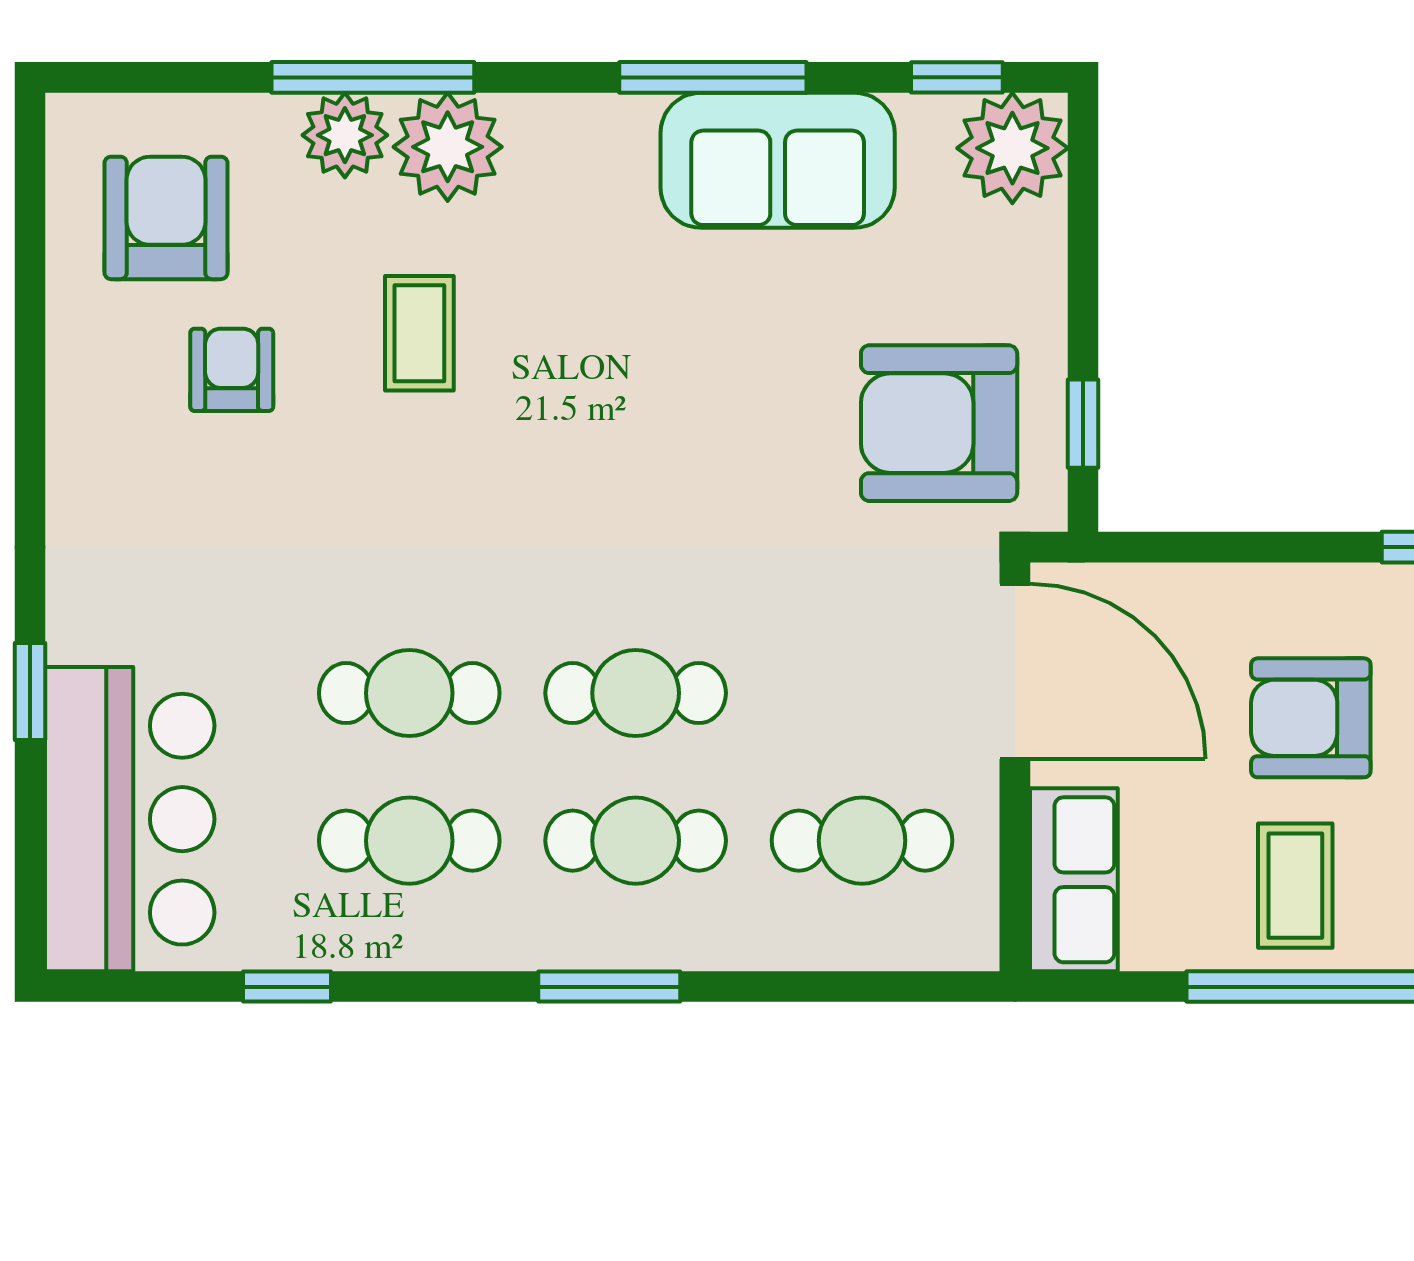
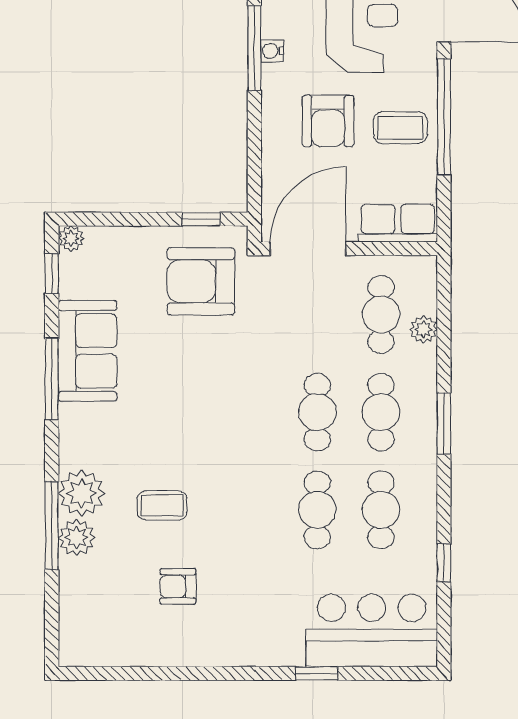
plant: (1012, 148) -> (71, 238), width x0.53, depth x0.53
armchair: (166, 218) -> (112, 615), removed
armchair: (939, 423) -> (201, 281), turned 90
plant: (828, 939) -> (423, 329), added

